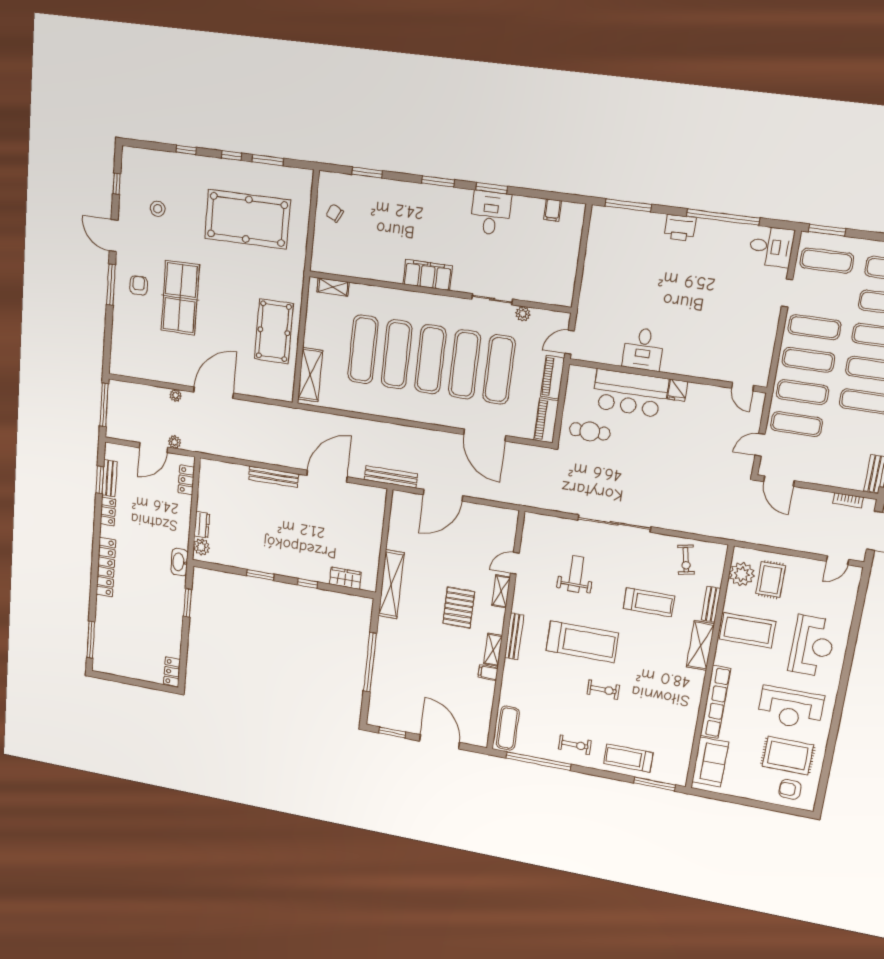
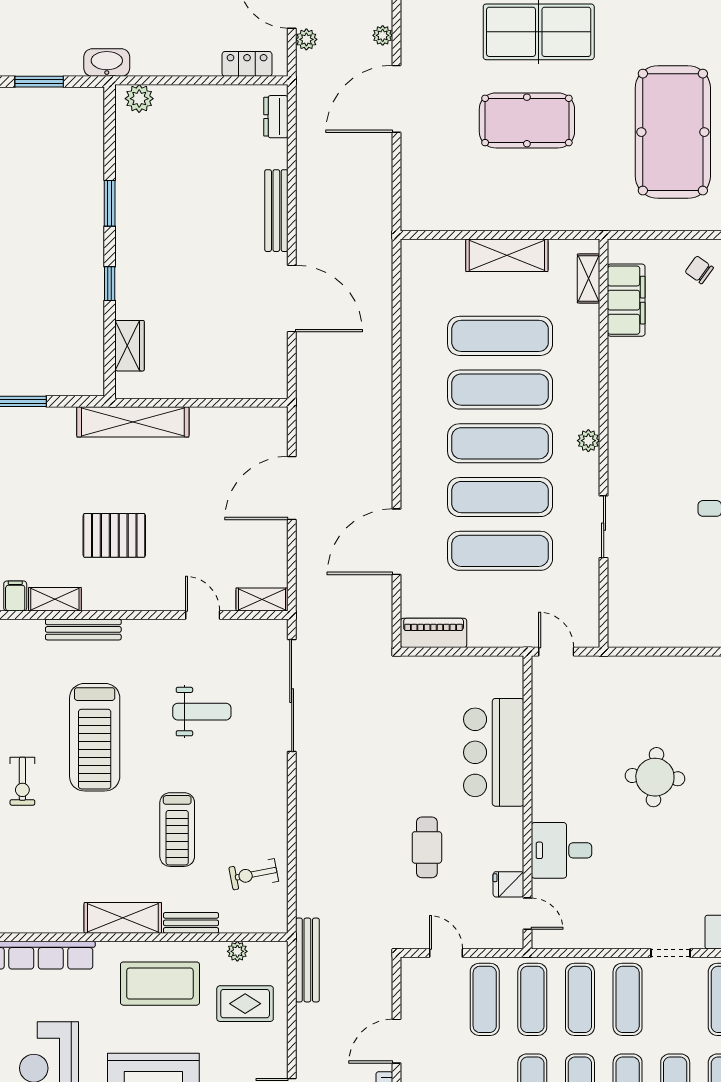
chair: (335, 213) -> (699, 270), turned -81
filing cabinet: (428, 275) -> (626, 300), moved
round table: (664, 287) -> (655, 777), added
plant: (523, 314) -> (588, 441), moved
pool table: (274, 331) -> (527, 120), moved
desk: (643, 349) -> (562, 850), moved
shelving: (310, 375) -> (507, 255), moved
piano: (553, 377) -> (500, 634), removed
door: (743, 387) -> (528, 914), swing flipped
fridge: (678, 390) -> (508, 884), moved
door: (214, 393) -> (397, 99), swing flipped
cafe table: (590, 431) -> (427, 847), moved
bench: (391, 477) -> (307, 960), moved
door: (779, 481) -> (397, 1041), moved
door: (443, 495) -> (292, 488), hinge flipped
sliding door: (614, 523) -> (292, 696), moved
dresser: (202, 525) -> (276, 117), moved, turned 90
plant: (742, 574) -> (237, 951), width x0.53, depth x0.53
shelving: (501, 591) -> (262, 599), moved
coffee table: (748, 630) -> (160, 984), turned 90

